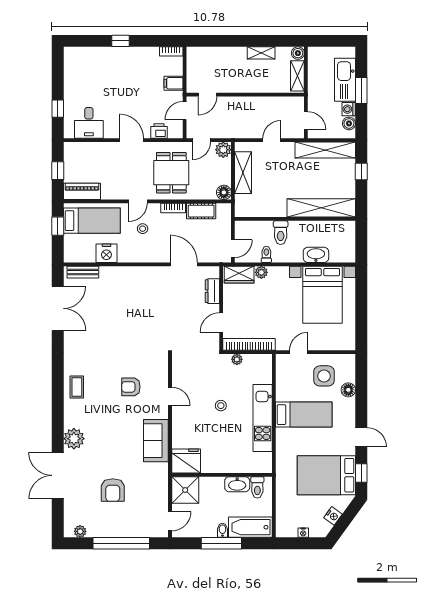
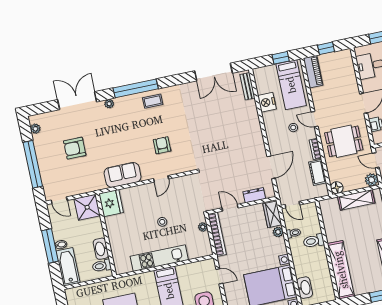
washbasin: (316, 255) -> (305, 288), moved
window: (58, 404) -> (136, 88), added
plant: (74, 439) -> (109, 104), width x0.53, depth x0.53

